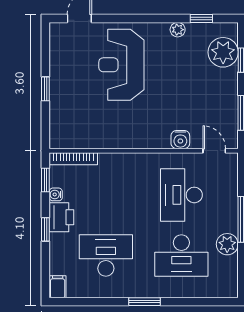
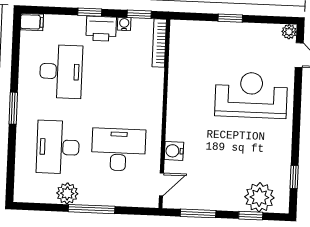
plant: (178, 30) -> (289, 32), moved

